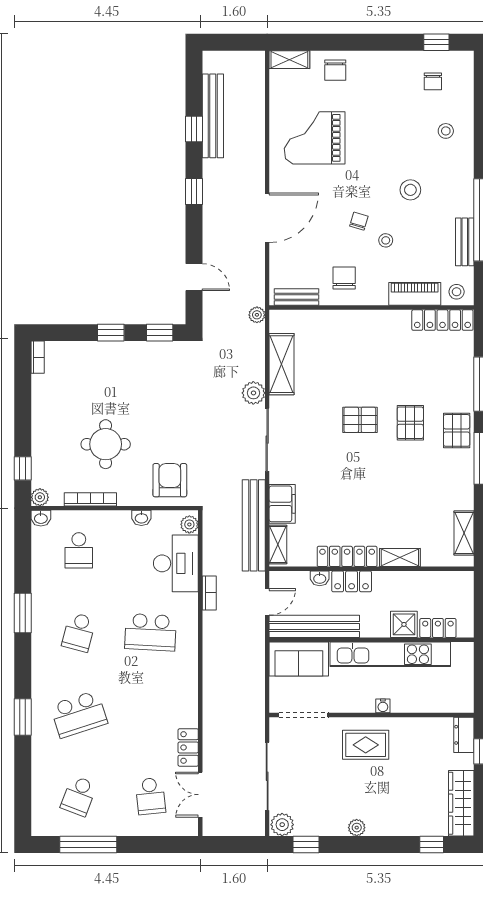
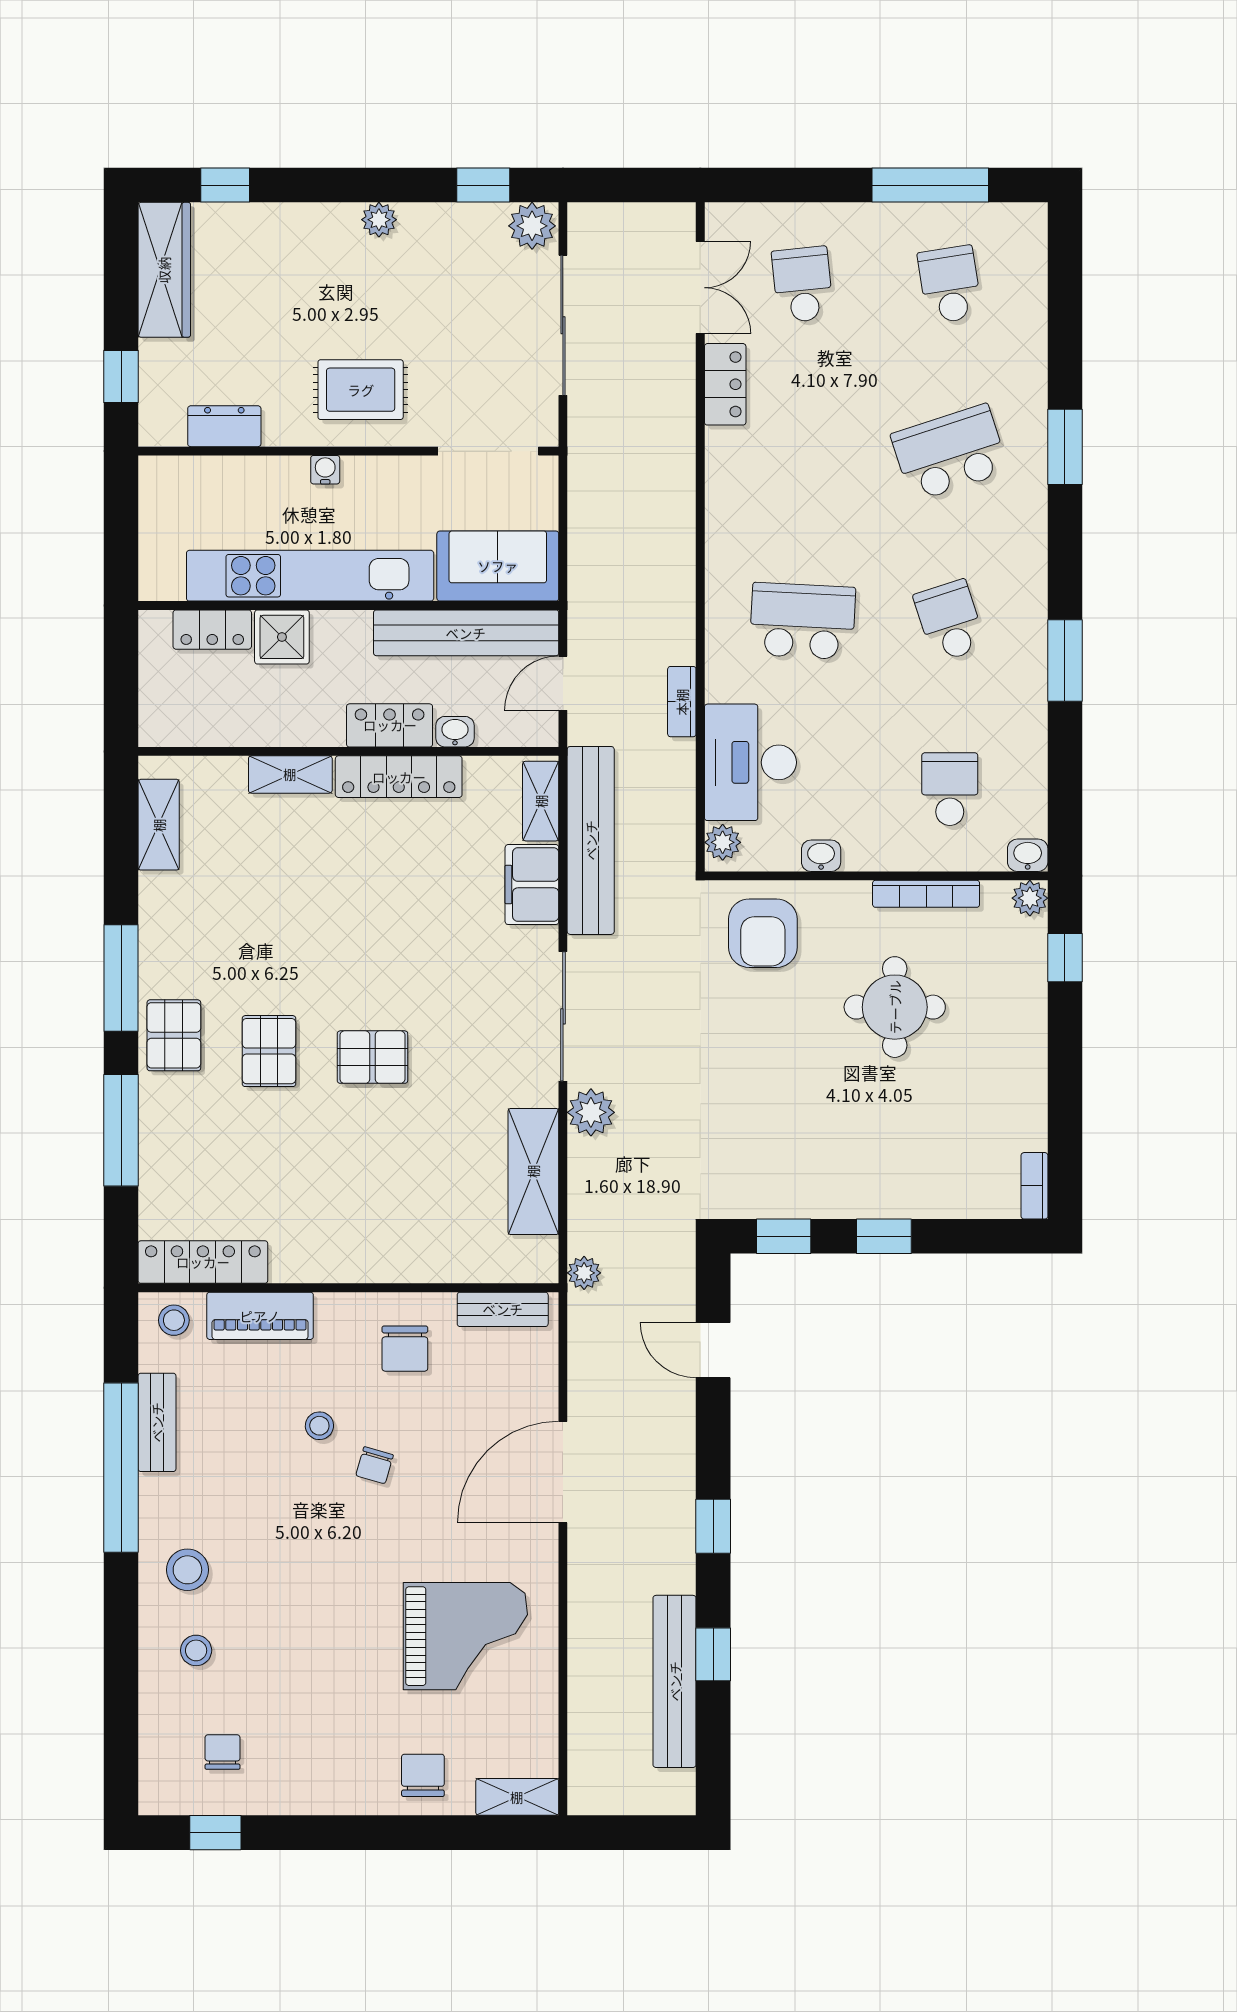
stool: (410, 190) -> (187, 1570), moved
school desk: (79, 632) -> (950, 621), turned -33
dresser: (464, 735) -> (224, 426), moved, turned -90
school desk: (79, 796) -> (950, 285), turned -30

